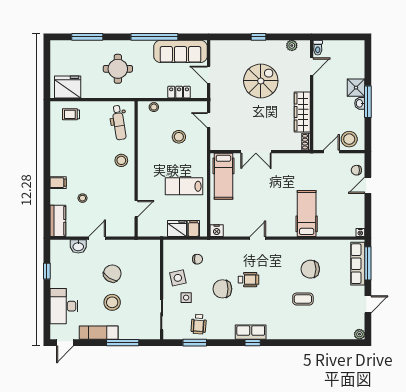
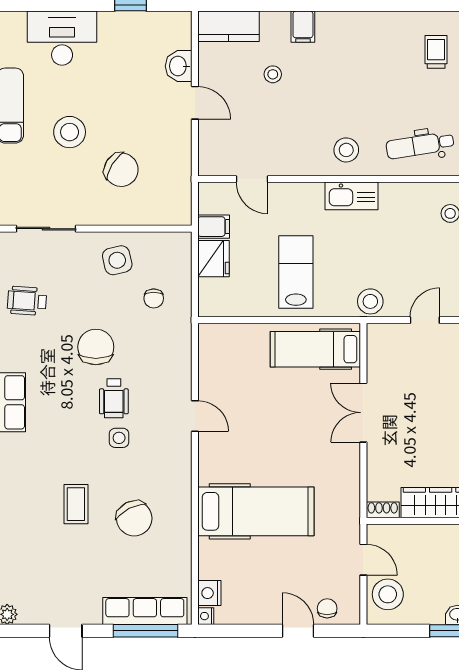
stool: (179, 137) -> (370, 301), moved
kitchen sink: (145, 158) -> (352, 196), added
hospital bed: (307, 213) -> (256, 511), width x1.37, depth x1.29
filing cabinet: (193, 228) -> (214, 227), moved
nightstand: (217, 231) -> (209, 593), moved
chair: (310, 269) -> (134, 518), turned 153
chair: (112, 273) -> (121, 170), moved
side table: (186, 298) -> (119, 438), moved

